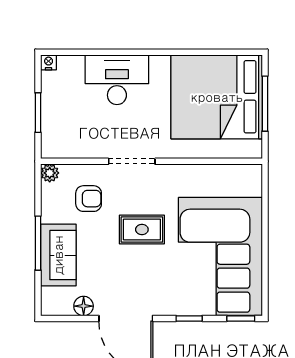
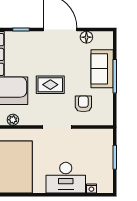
nightstand: (49, 62) -> (91, 188), moved
plant: (50, 173) -> (13, 120), moved
armchair: (89, 199) -> (83, 104), turned 90

